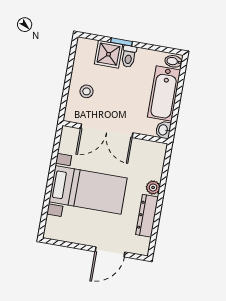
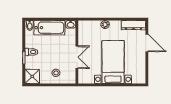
shower: (108, 54) -> (32, 76), moved
double door: (107, 131) -> (77, 57), width x0.73
dresser: (147, 216) -> (133, 25), moved

